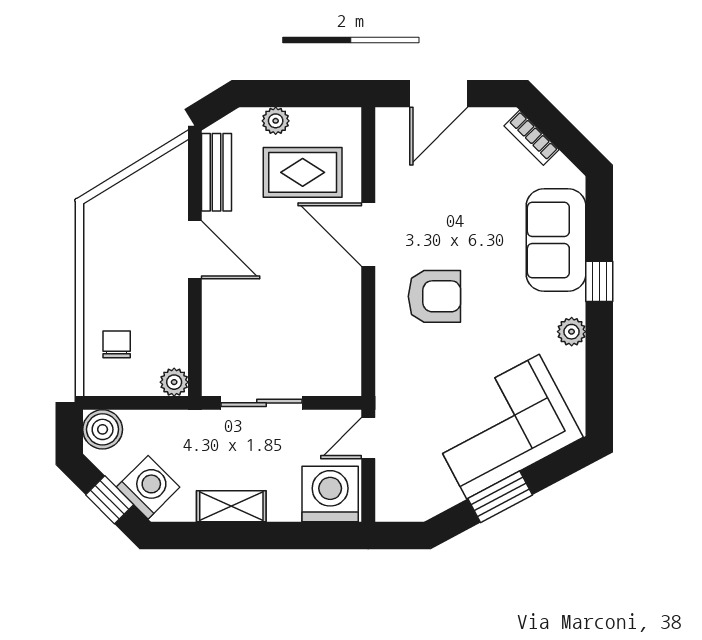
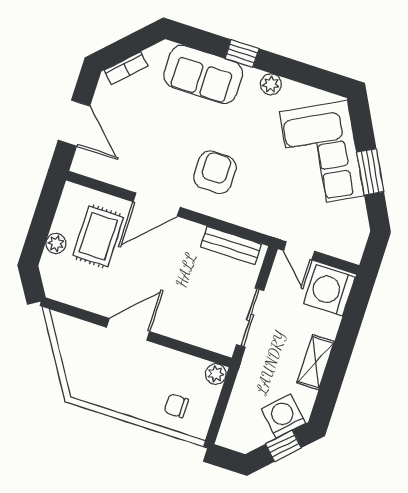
bench: (217, 172) -> (231, 245), moved
boiler: (103, 429) -> (233, 435), removed

